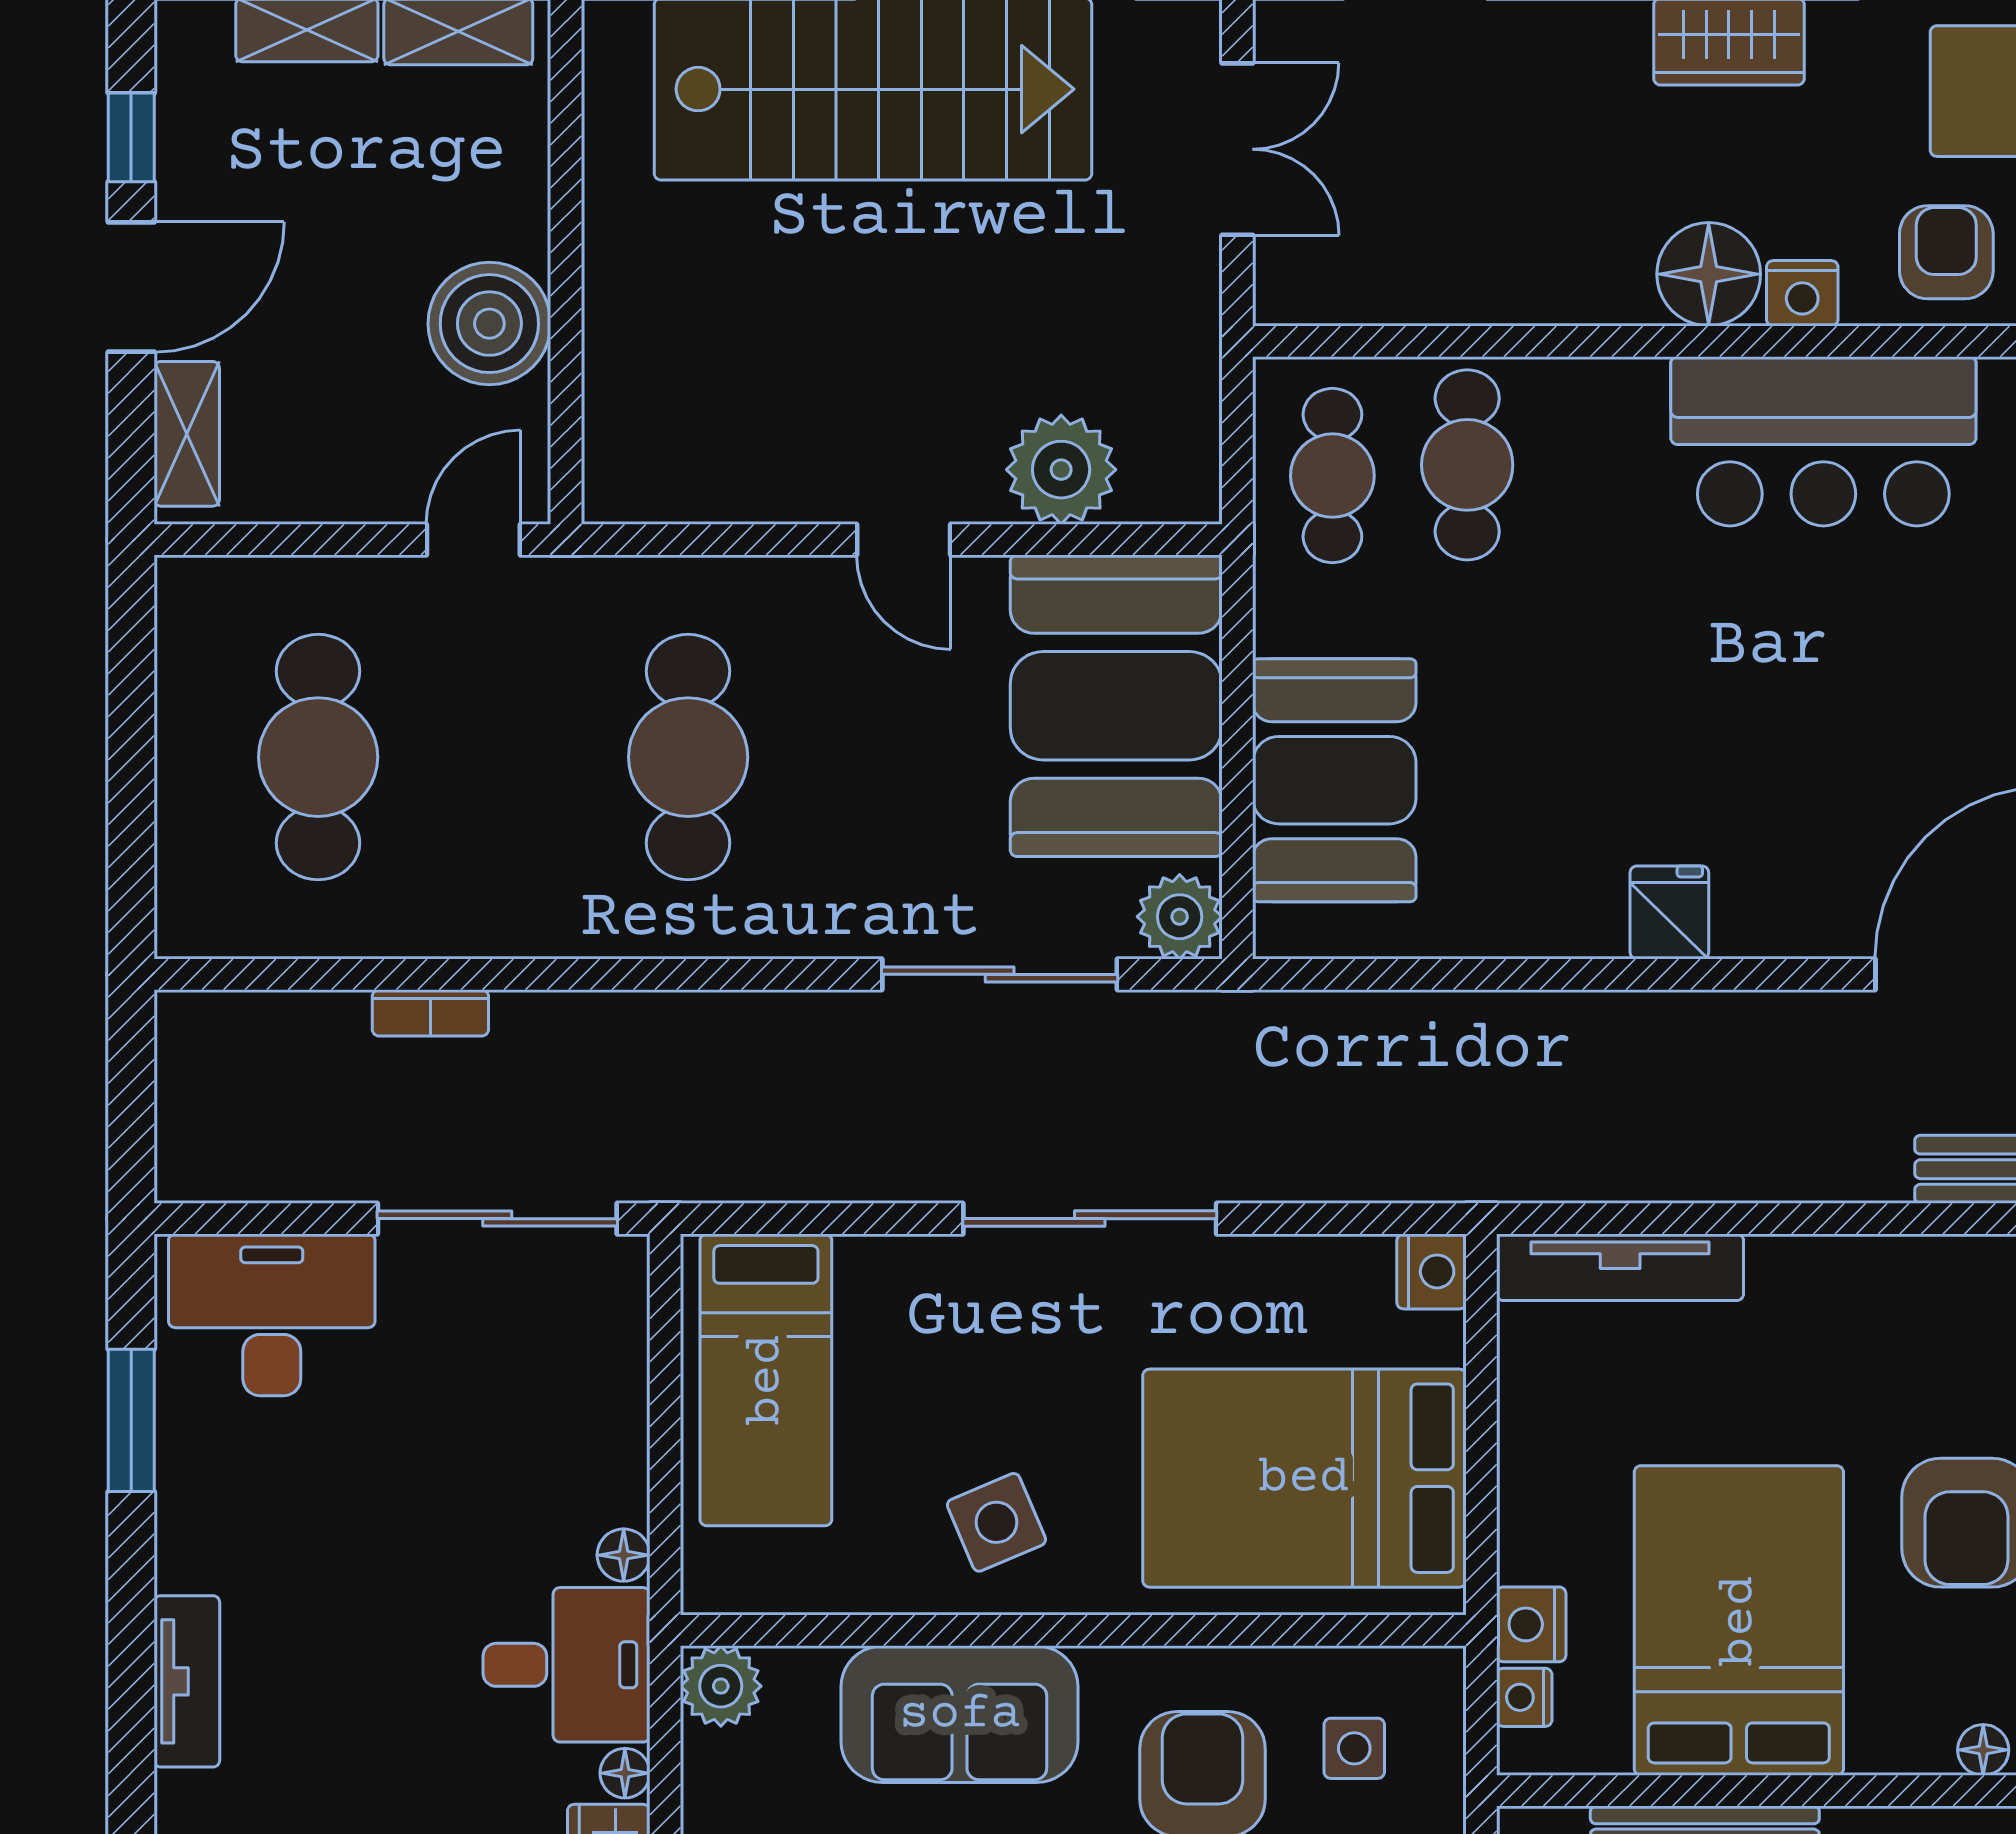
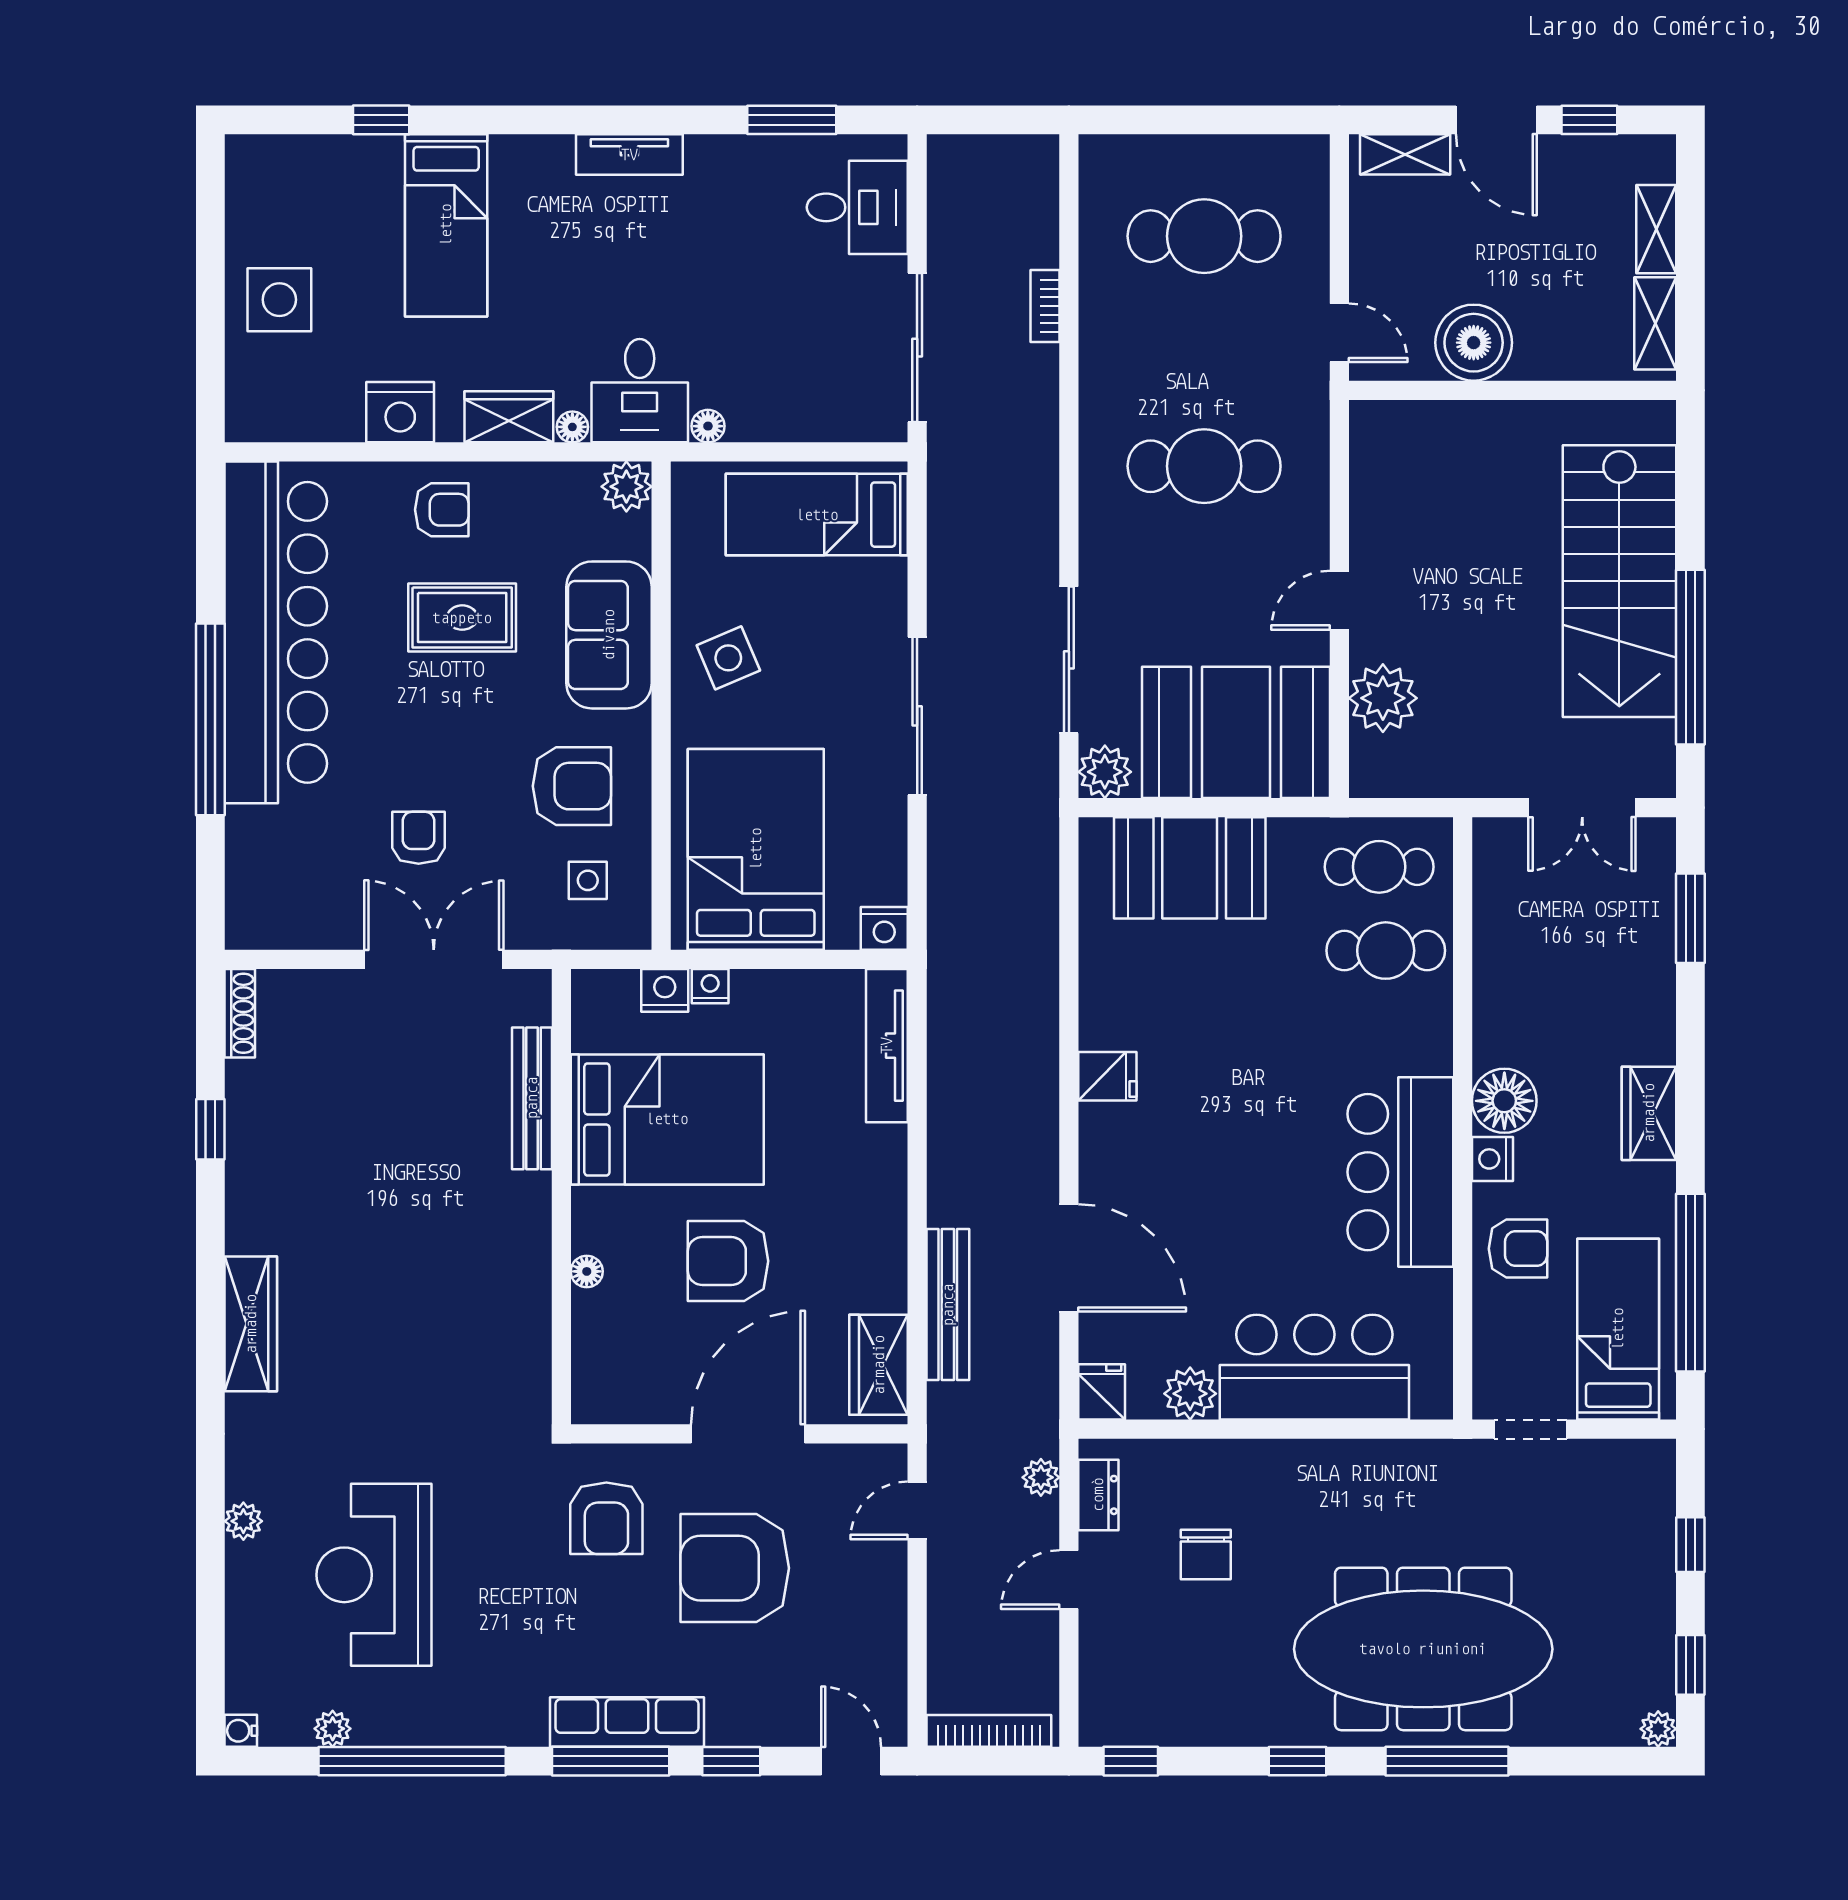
desk: (272, 1315) -> (857, 207), width x0.73
nightstand: (1524, 1697) -> (710, 986), moved

